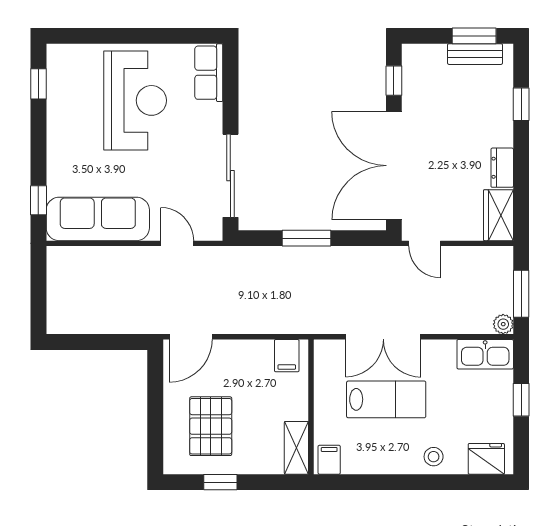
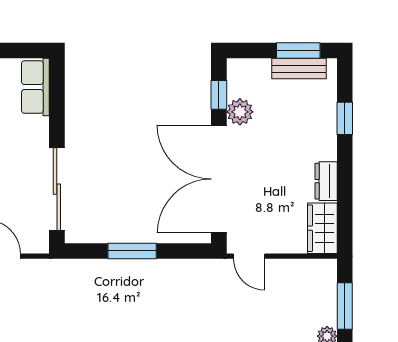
plant: (415, 98) -> (240, 112), added

